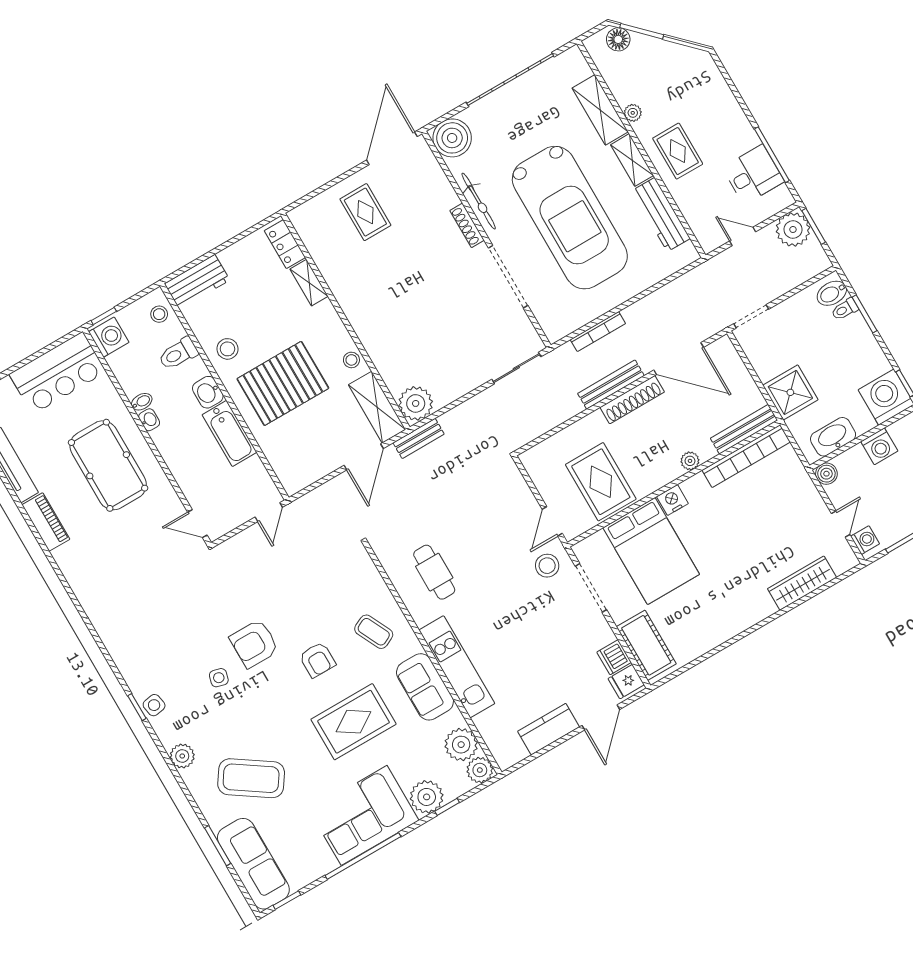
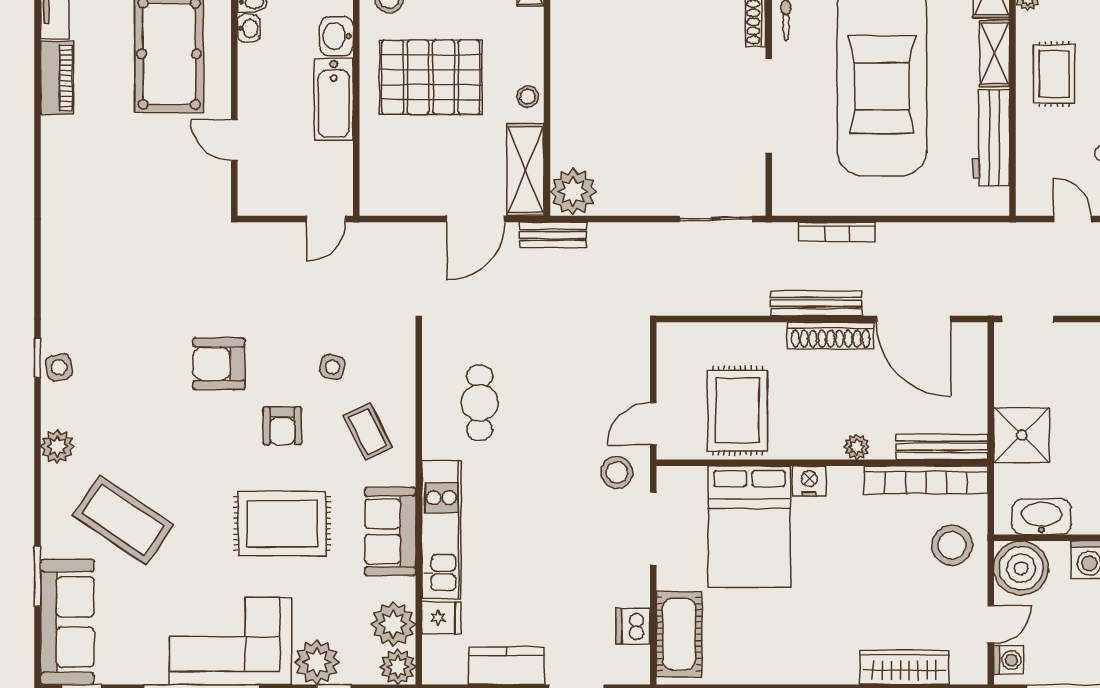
boiler: (826, 474) -> (1021, 568), width x1.86, depth x1.86
stool: (787, 488) -> (952, 545), added
door: (197, 524) -> (234, 140), moved
side table: (219, 678) -> (332, 367), moved
fridge: (626, 682) -> (441, 618), moved, turned 180

